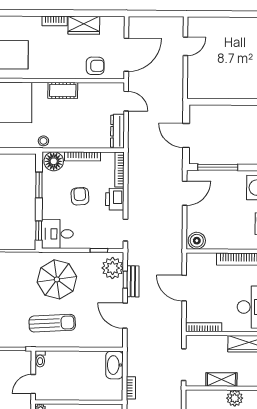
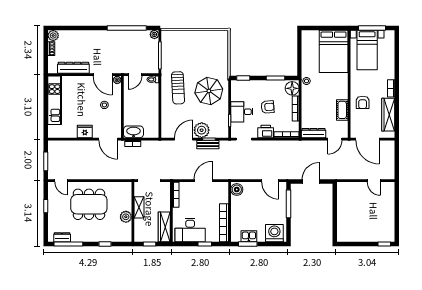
wardrobe: (84, 25) -> (388, 115), width x1.50
armchair: (95, 66) -> (363, 102), moved
cot: (63, 90) -> (342, 110), moved
desk: (57, 234) -> (242, 112), moved, turned -90
plant: (113, 268) -> (202, 130), moved
washbasin: (114, 365) -> (134, 132), moved
door: (33, 384) -> (135, 75), swing flipped

